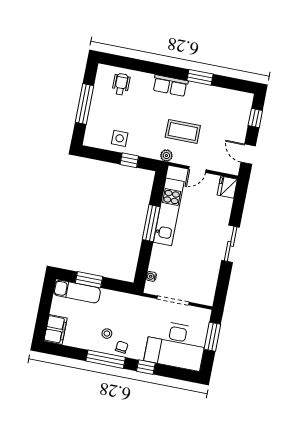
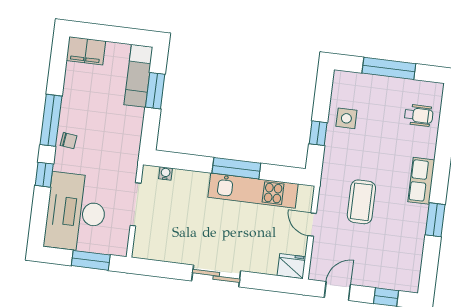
plant: (166, 156) -> (328, 182), removed
stool: (107, 334) -> (85, 120), removed

